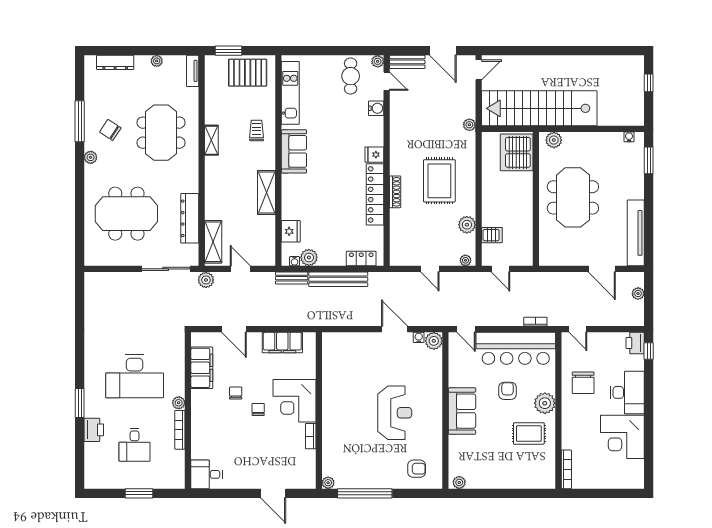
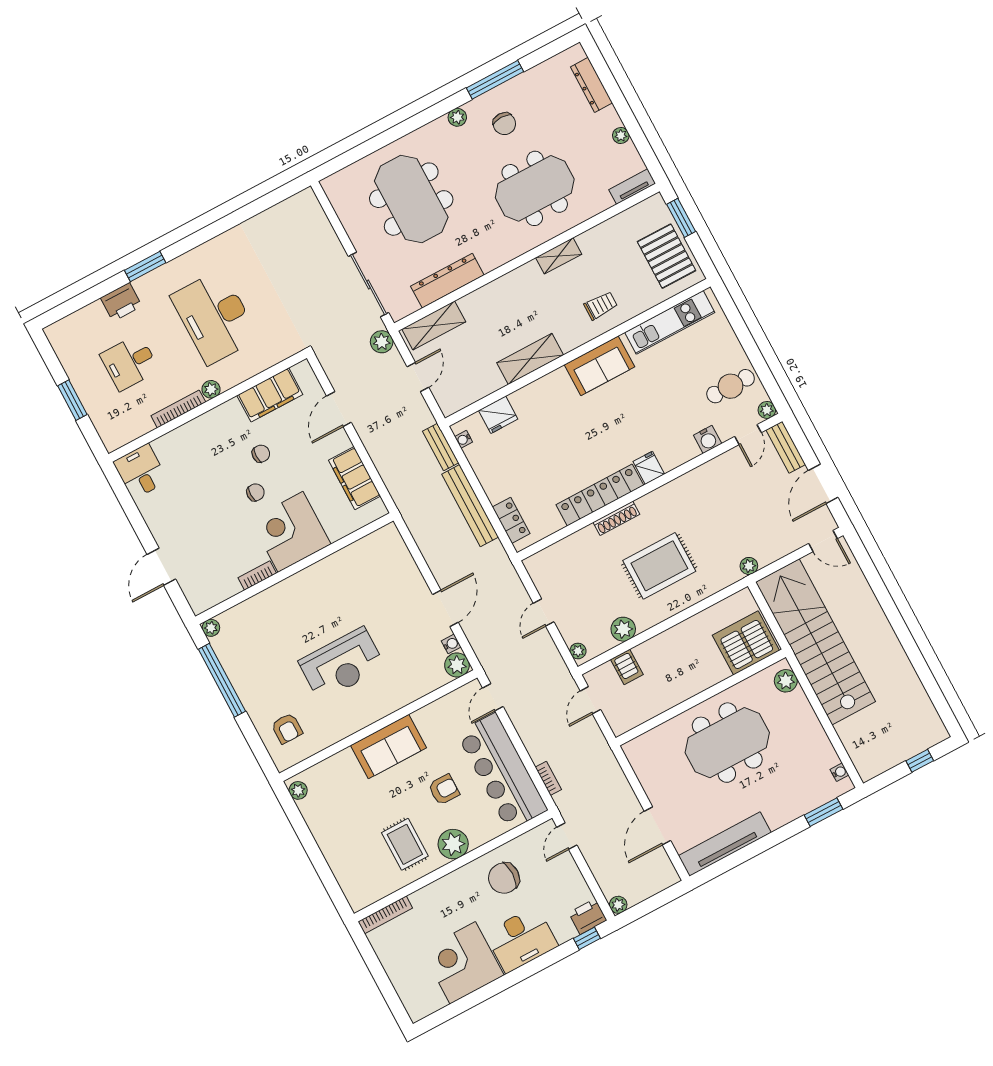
chair: (110, 130) -> (504, 124), turned 147
plant: (309, 257) -> (478, 455), removed
plant: (638, 294) -> (618, 905), moved

